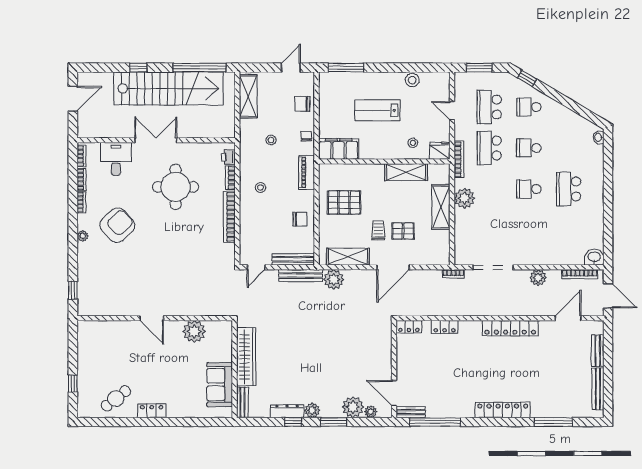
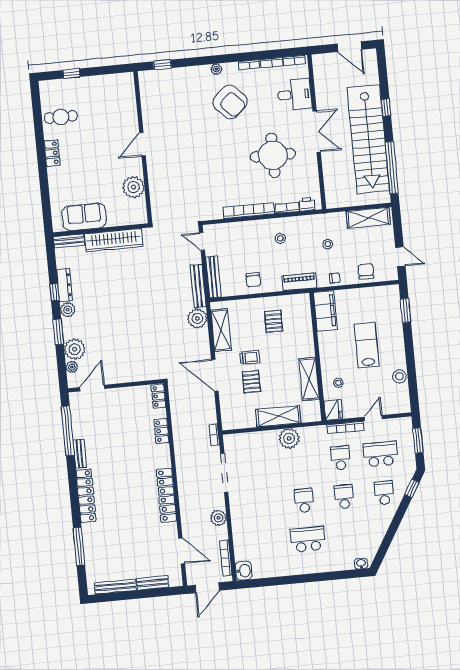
window: (346, 68) -> (405, 310), width x0.69
school desk: (489, 148) -> (340, 458), width x0.54
bookcase: (459, 159) -> (345, 427), moved
pallet: (344, 203) -> (274, 321), width x0.67, depth x0.71
cafe table: (116, 398) -> (61, 117), turned -52
bench: (411, 412) -> (80, 454), moved

